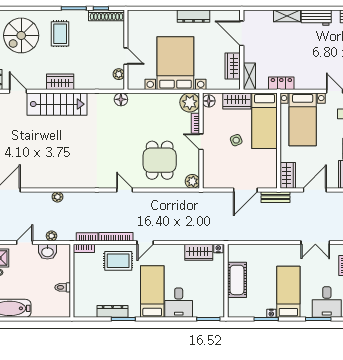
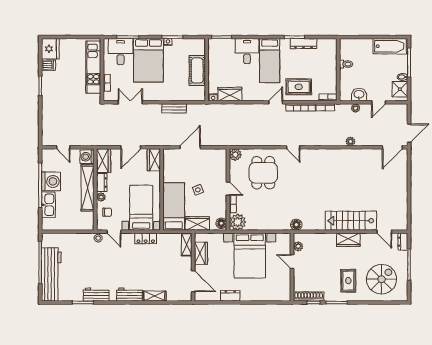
dresser: (193, 16) -> (230, 296), width x0.70
locker: (281, 83) -> (146, 238), moved
bench: (275, 197) -> (174, 108), moved
bed: (288, 292) -> (148, 60), width x1.50

